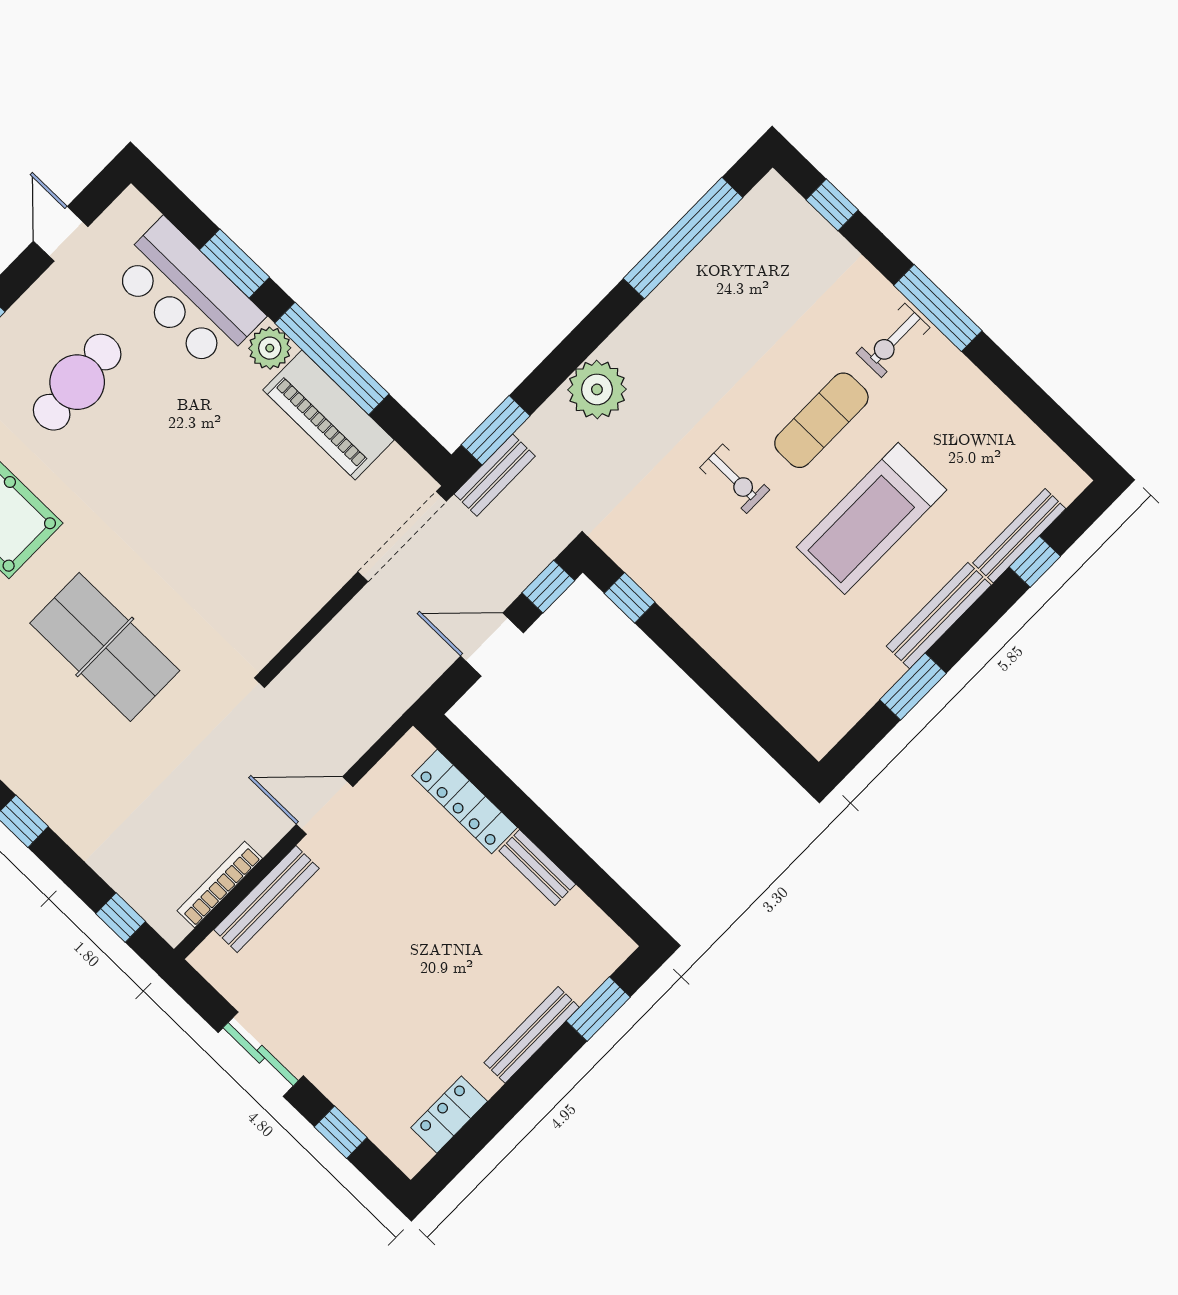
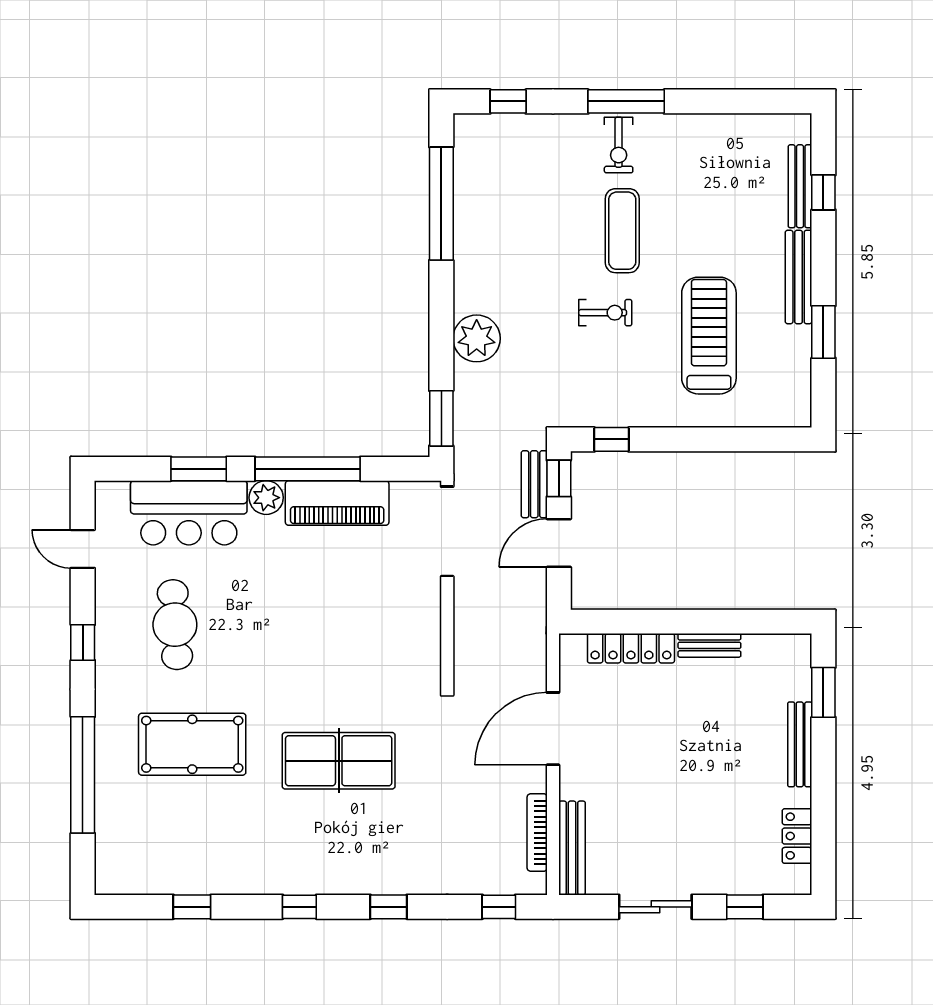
bench: (495, 475) -> (534, 484), moved
treadmill: (871, 518) -> (709, 336), moved, turned 180
door: (325, 805) -> (553, 729), width x1.36
bench: (266, 899) -> (572, 848), moved

